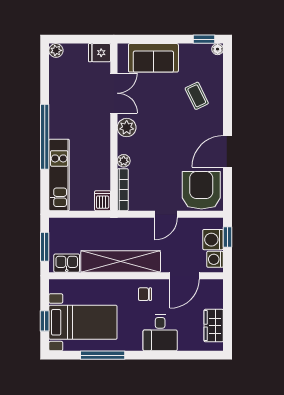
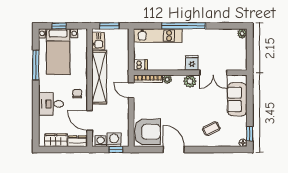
fridge: (99, 53) -> (192, 63), moved
door: (166, 214) -> (131, 90), moved
dresser: (215, 293) -> (78, 141), added

